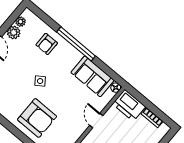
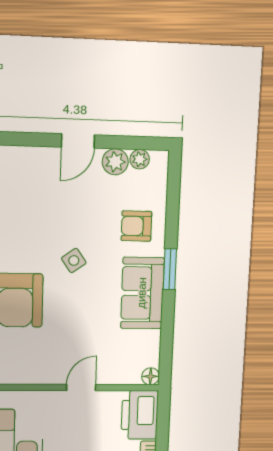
window: (76, 44) -> (170, 269), width x0.47
sofa: (93, 76) -> (142, 293), moved

